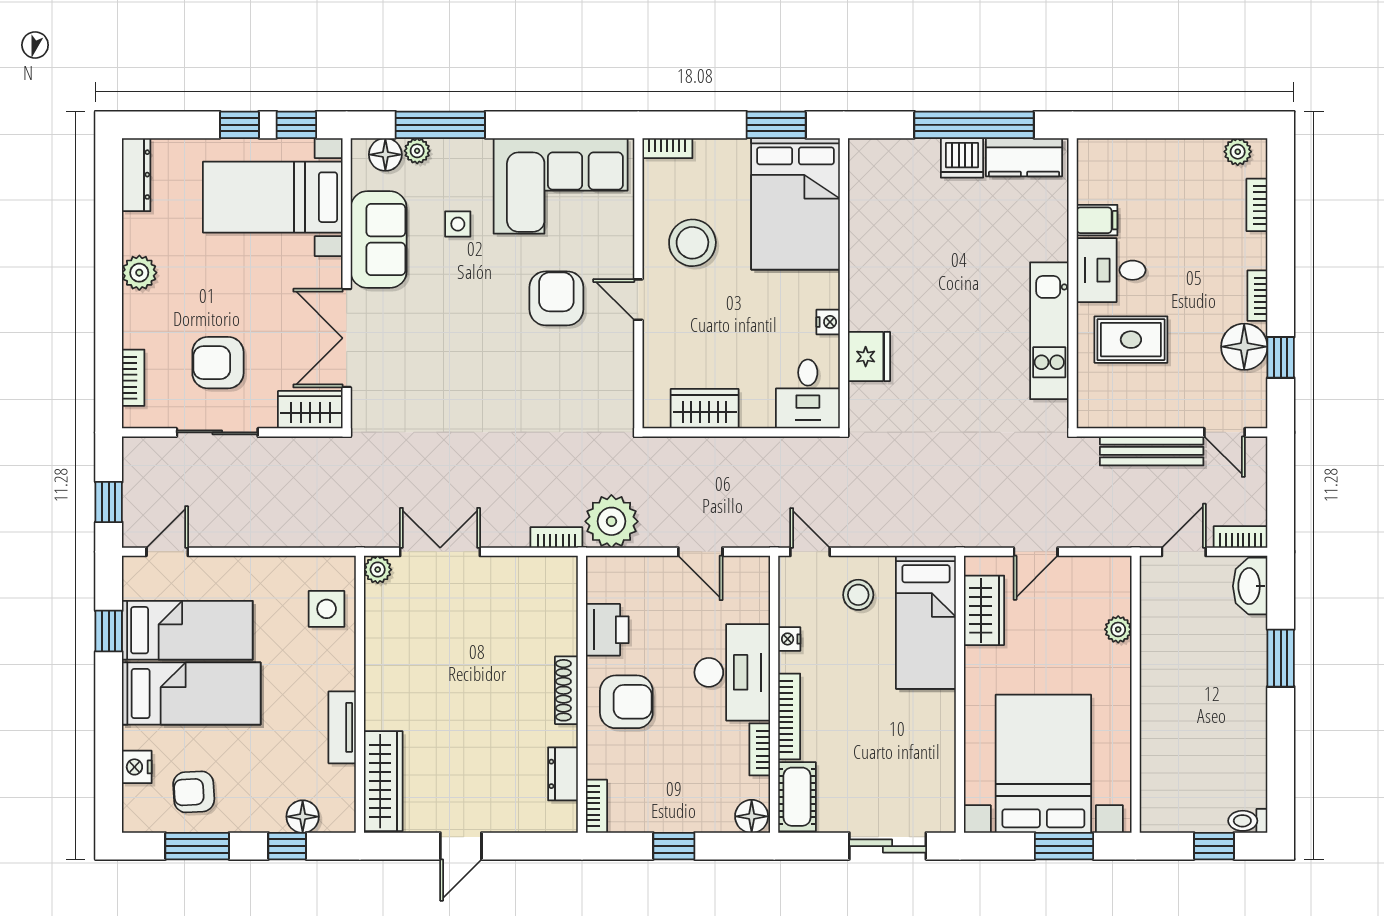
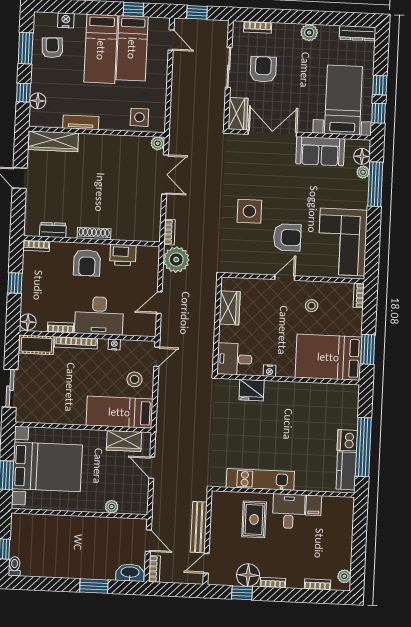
side table: (458, 224) -> (249, 211), moved, width x1.87, depth x1.87
stool: (692, 243) -> (312, 306), width x0.53, depth x0.53

